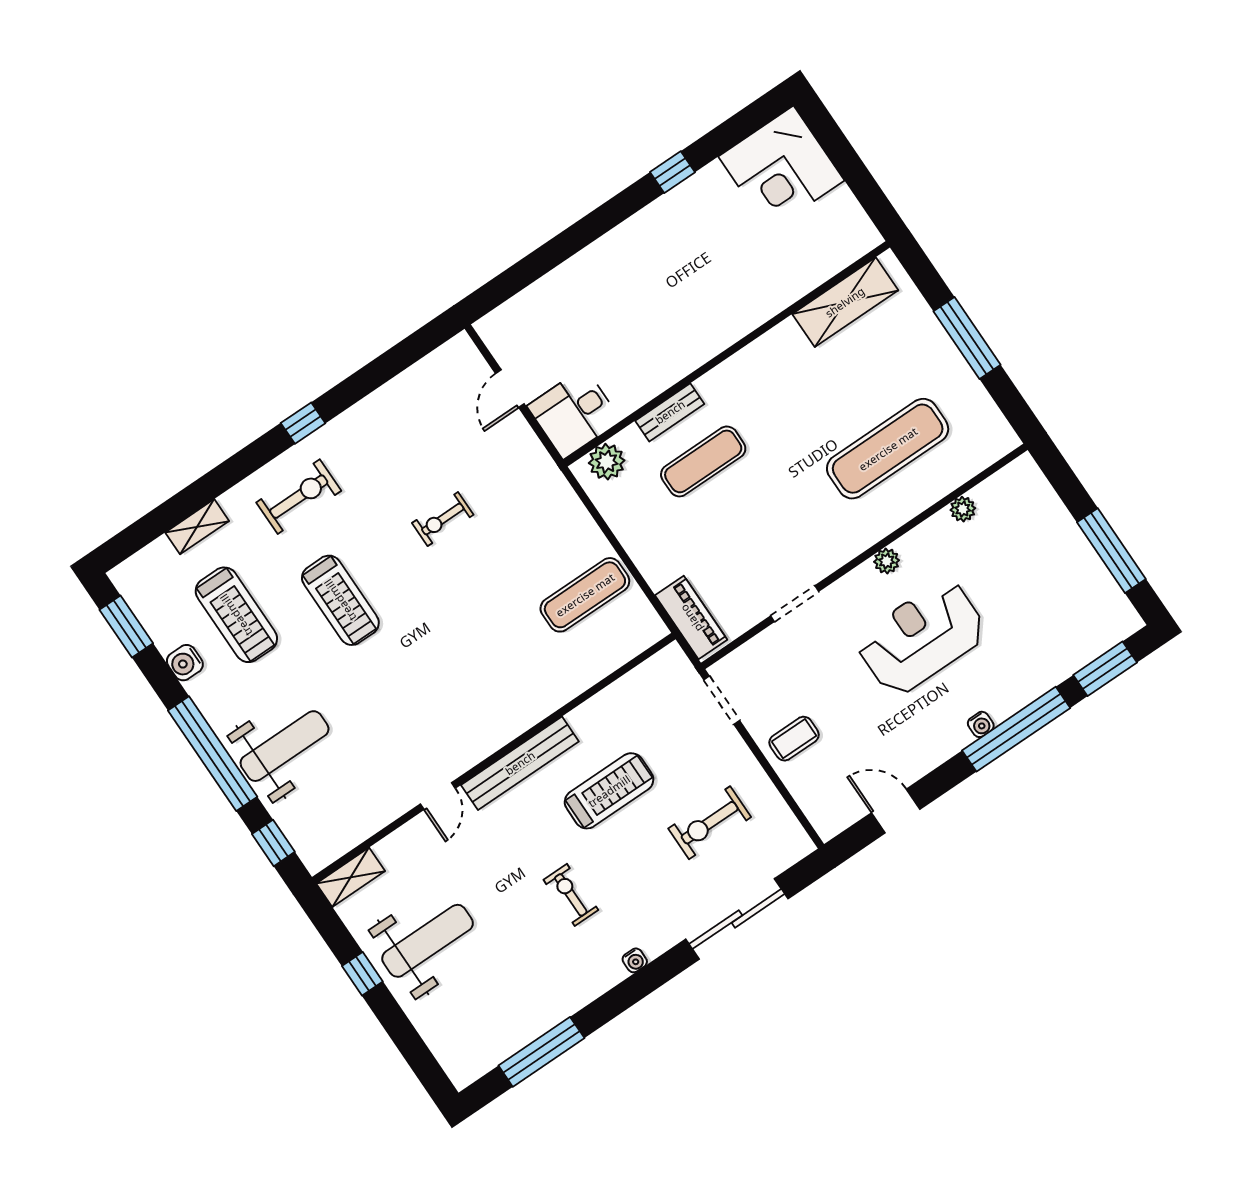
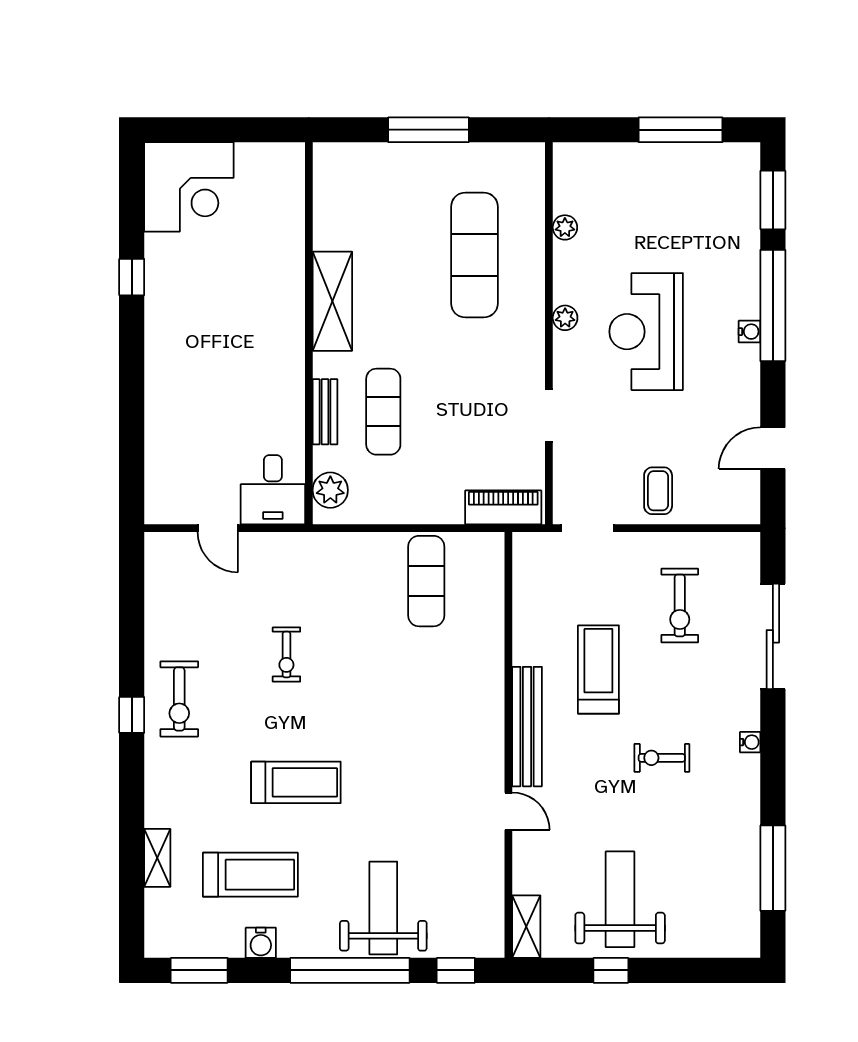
shelving: (845, 302) -> (332, 301), moved
exercise bike: (299, 497) -> (179, 699), moved, turned 180

